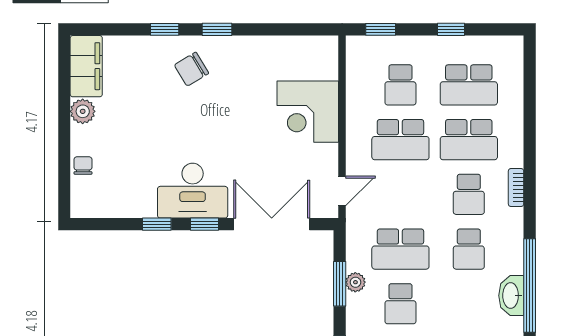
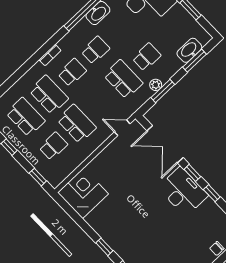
chair: (191, 69) -> (132, 242), removed
corner desk: (308, 112) -> (83, 193), moved, turned -90

